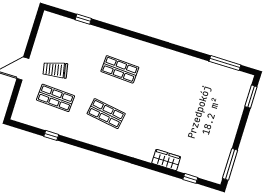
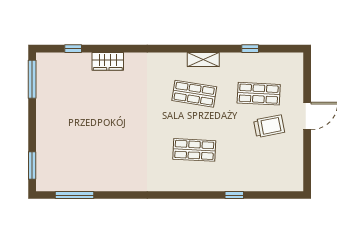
window: (83, 19) -> (234, 195), moved
shelving: (91, 138) -> (203, 59), added

